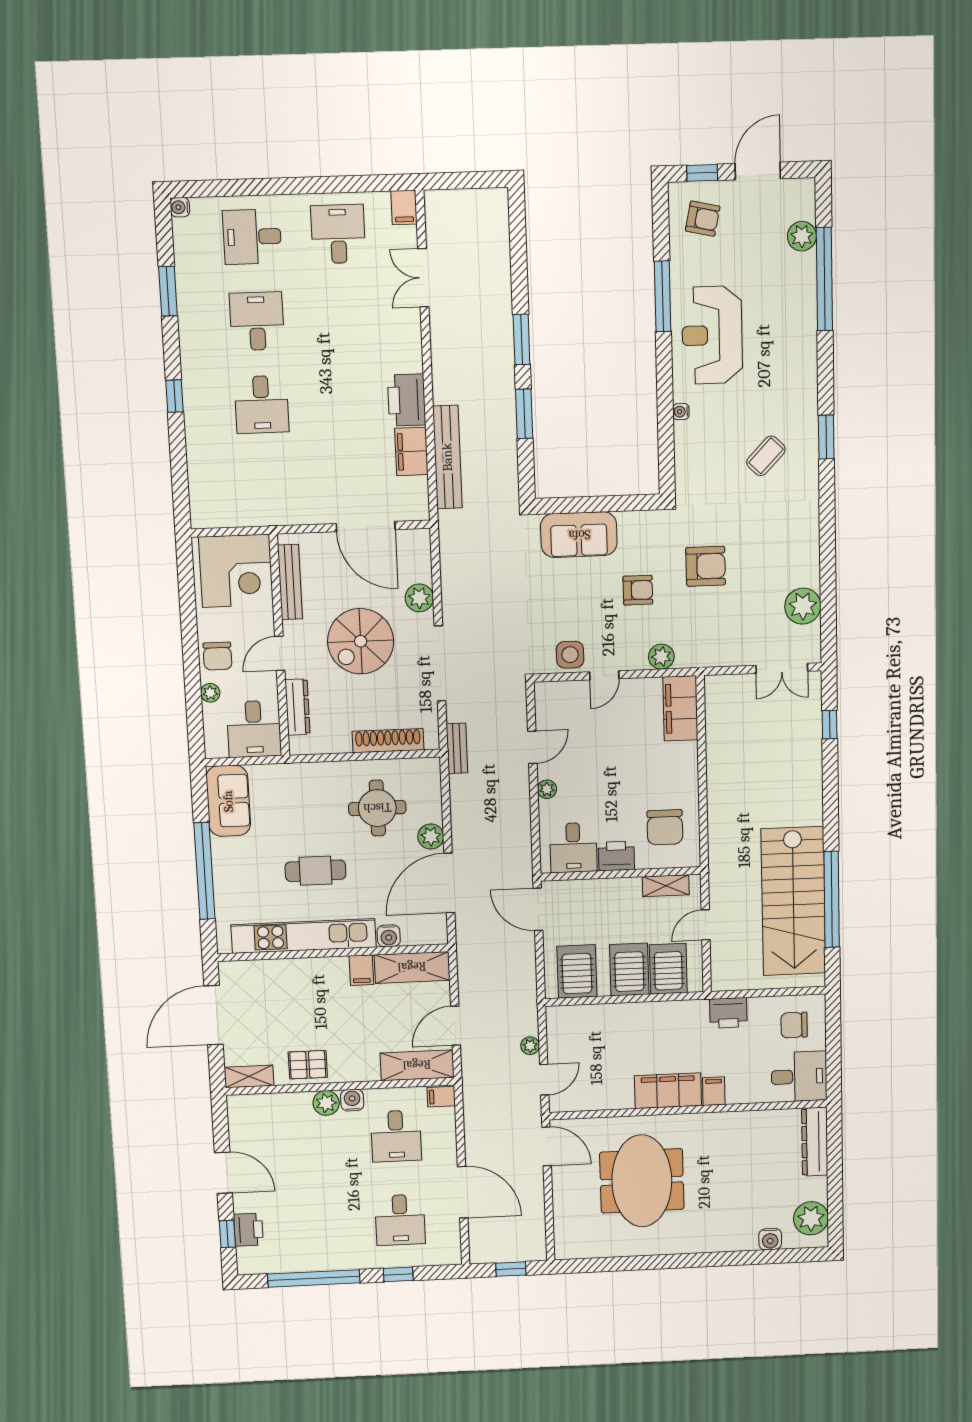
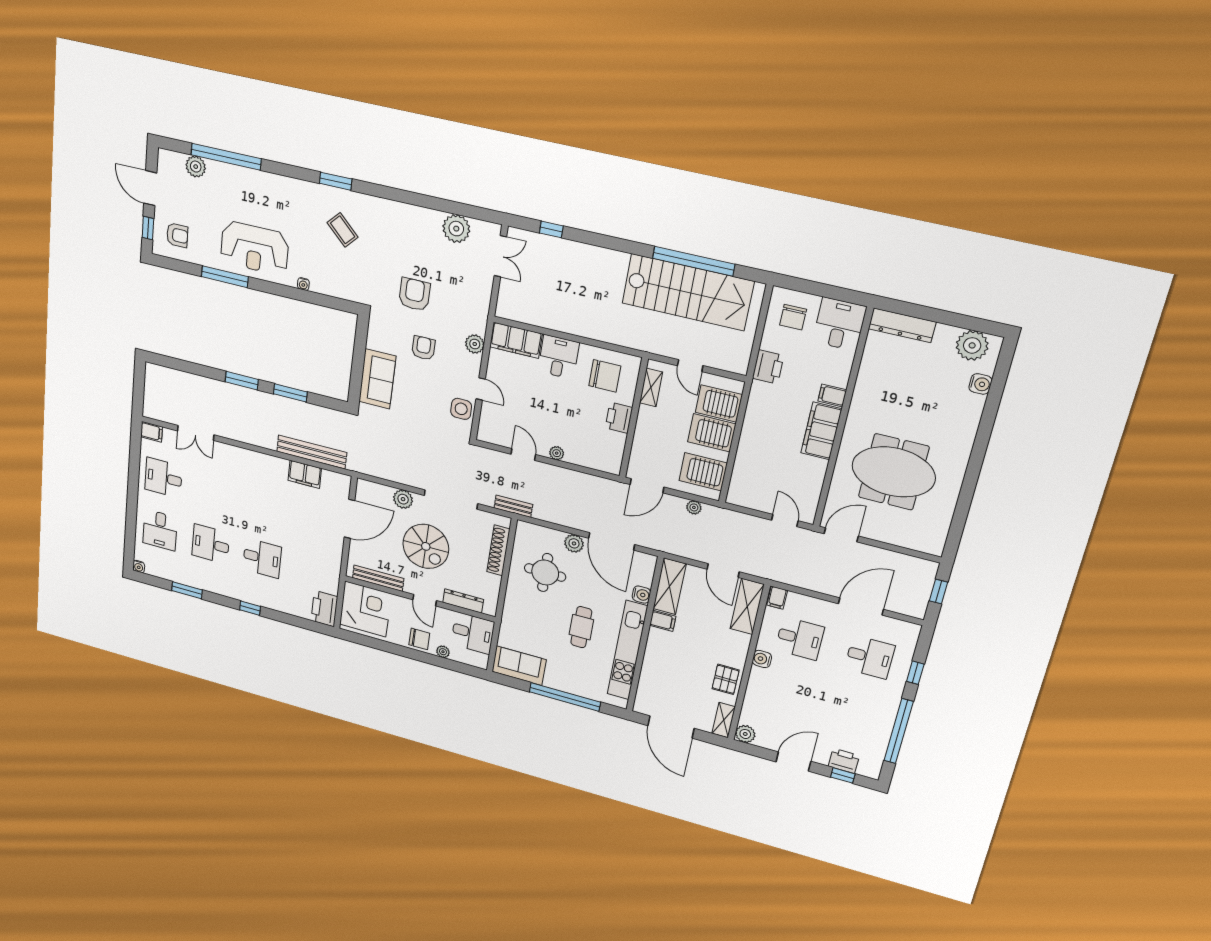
armchair: (703, 219) -> (177, 235), turned 78
printer: (407, 400) -> (324, 609), moved, turned 90
desk: (573, 848) -> (559, 357), moved, turned -90
plant: (530, 1046) -> (694, 507), moved
plant: (326, 1103) -> (745, 734), moved

